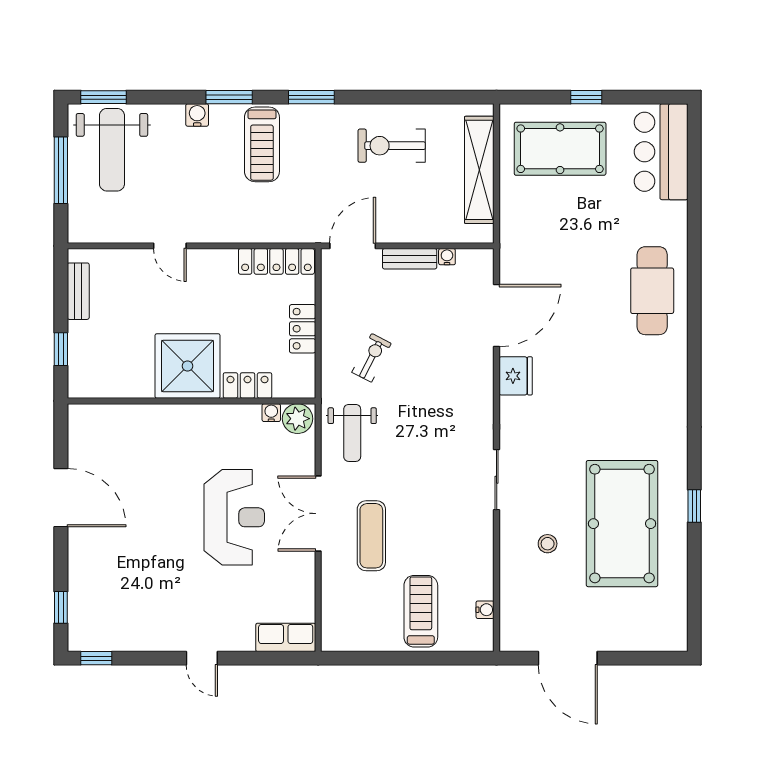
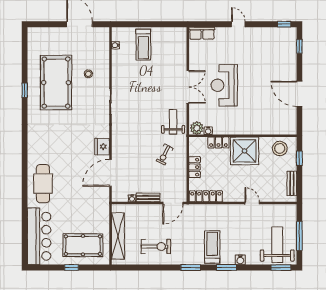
bar counter: (661, 152) -> (39, 236), width x1.36
stool: (106, 372) -> (280, 148), added
exercise mat: (371, 536) -> (165, 77), removed

